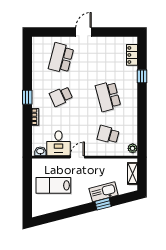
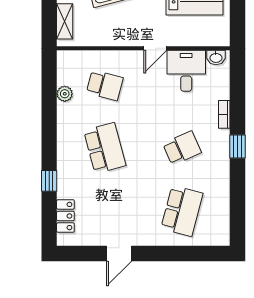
door: (83, 32) -> (119, 254), moved
plant: (133, 148) -> (65, 94), moved

